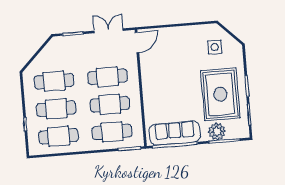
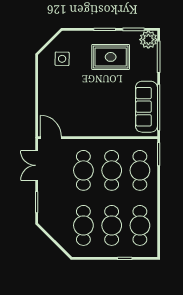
rug: (220, 94) -> (111, 57), width x0.73, depth x0.69
plant: (217, 132) -> (148, 40), moved

